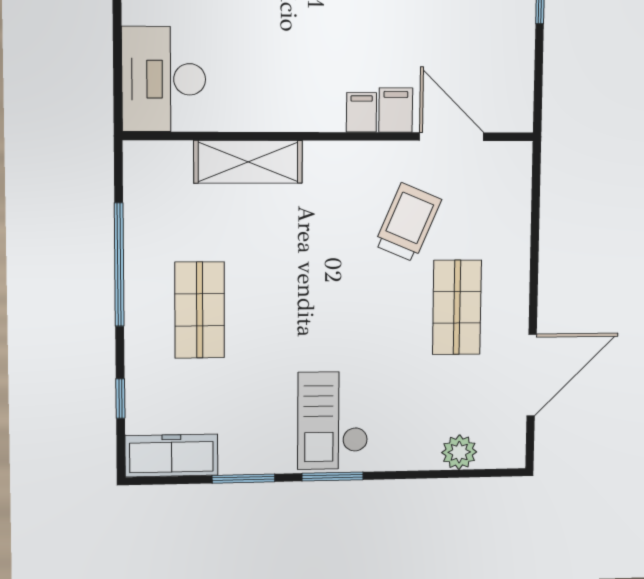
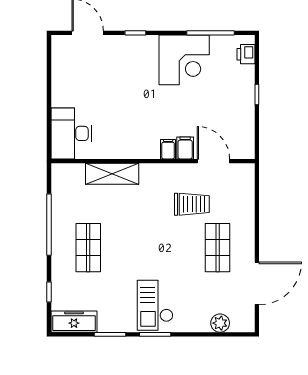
trolley: (408, 222) -> (192, 204), turned 67

